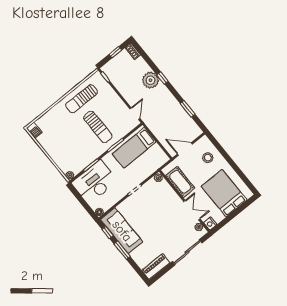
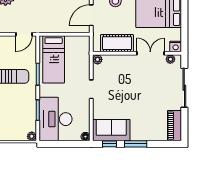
door: (135, 114) -> (24, 34), swing flipped
sofa: (122, 231) -> (111, 130), width x0.73

